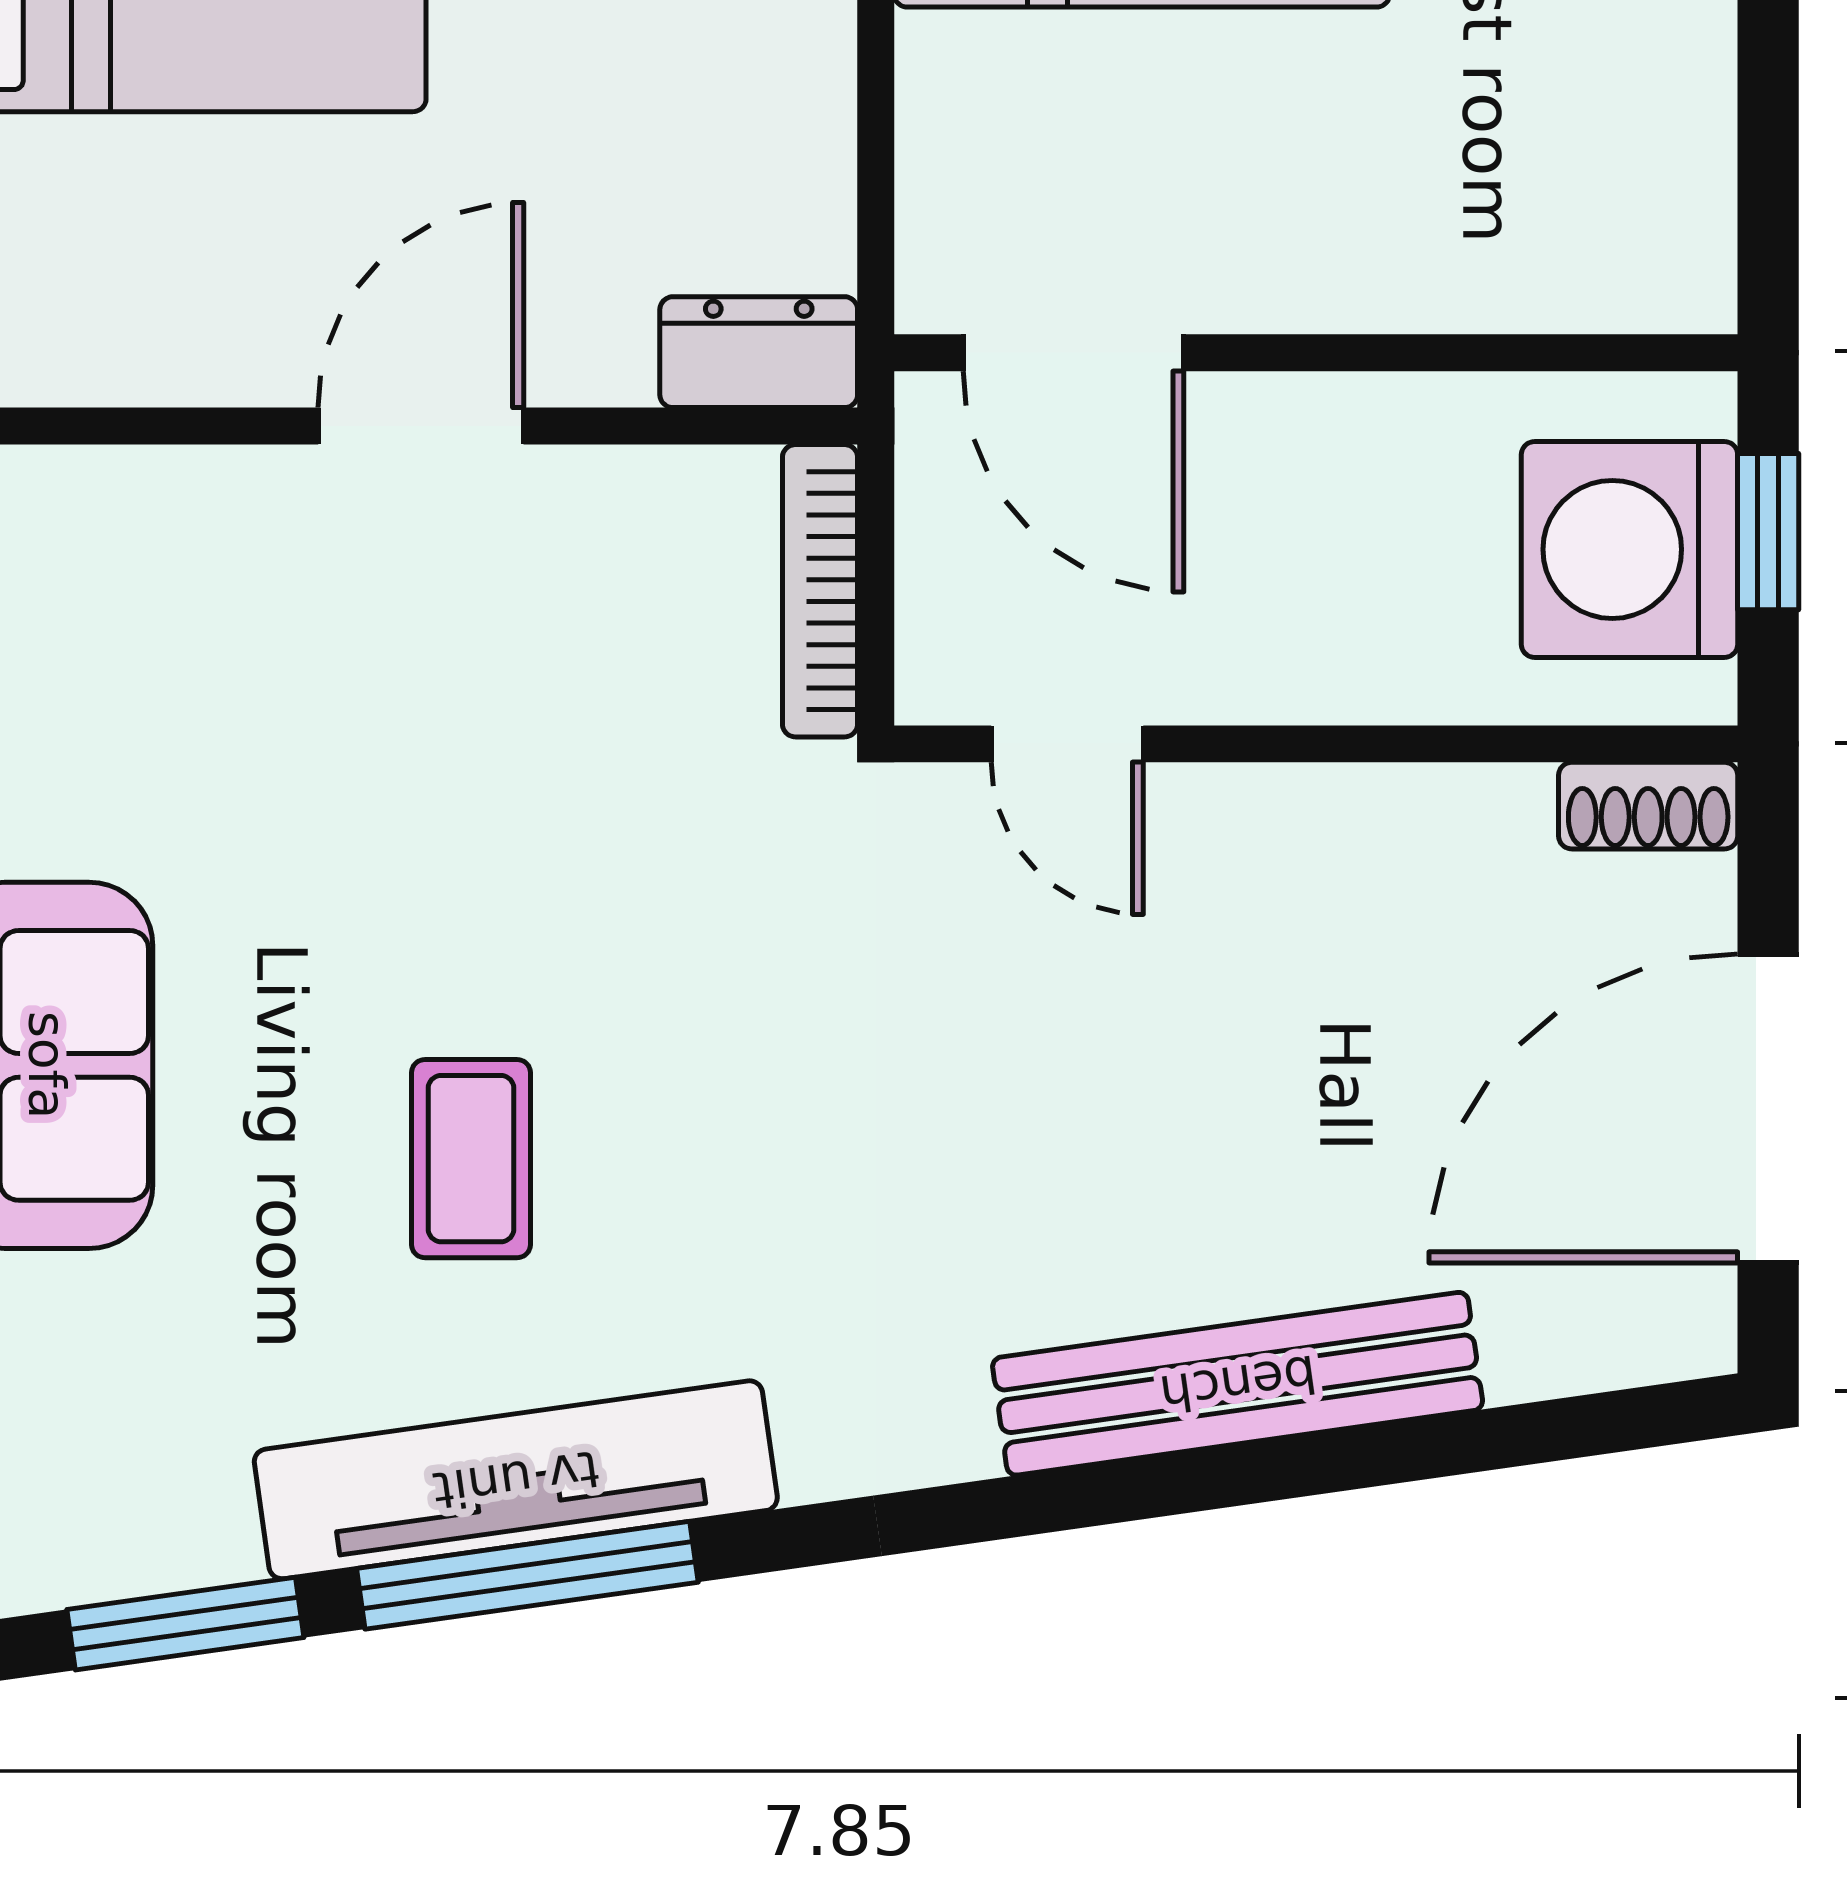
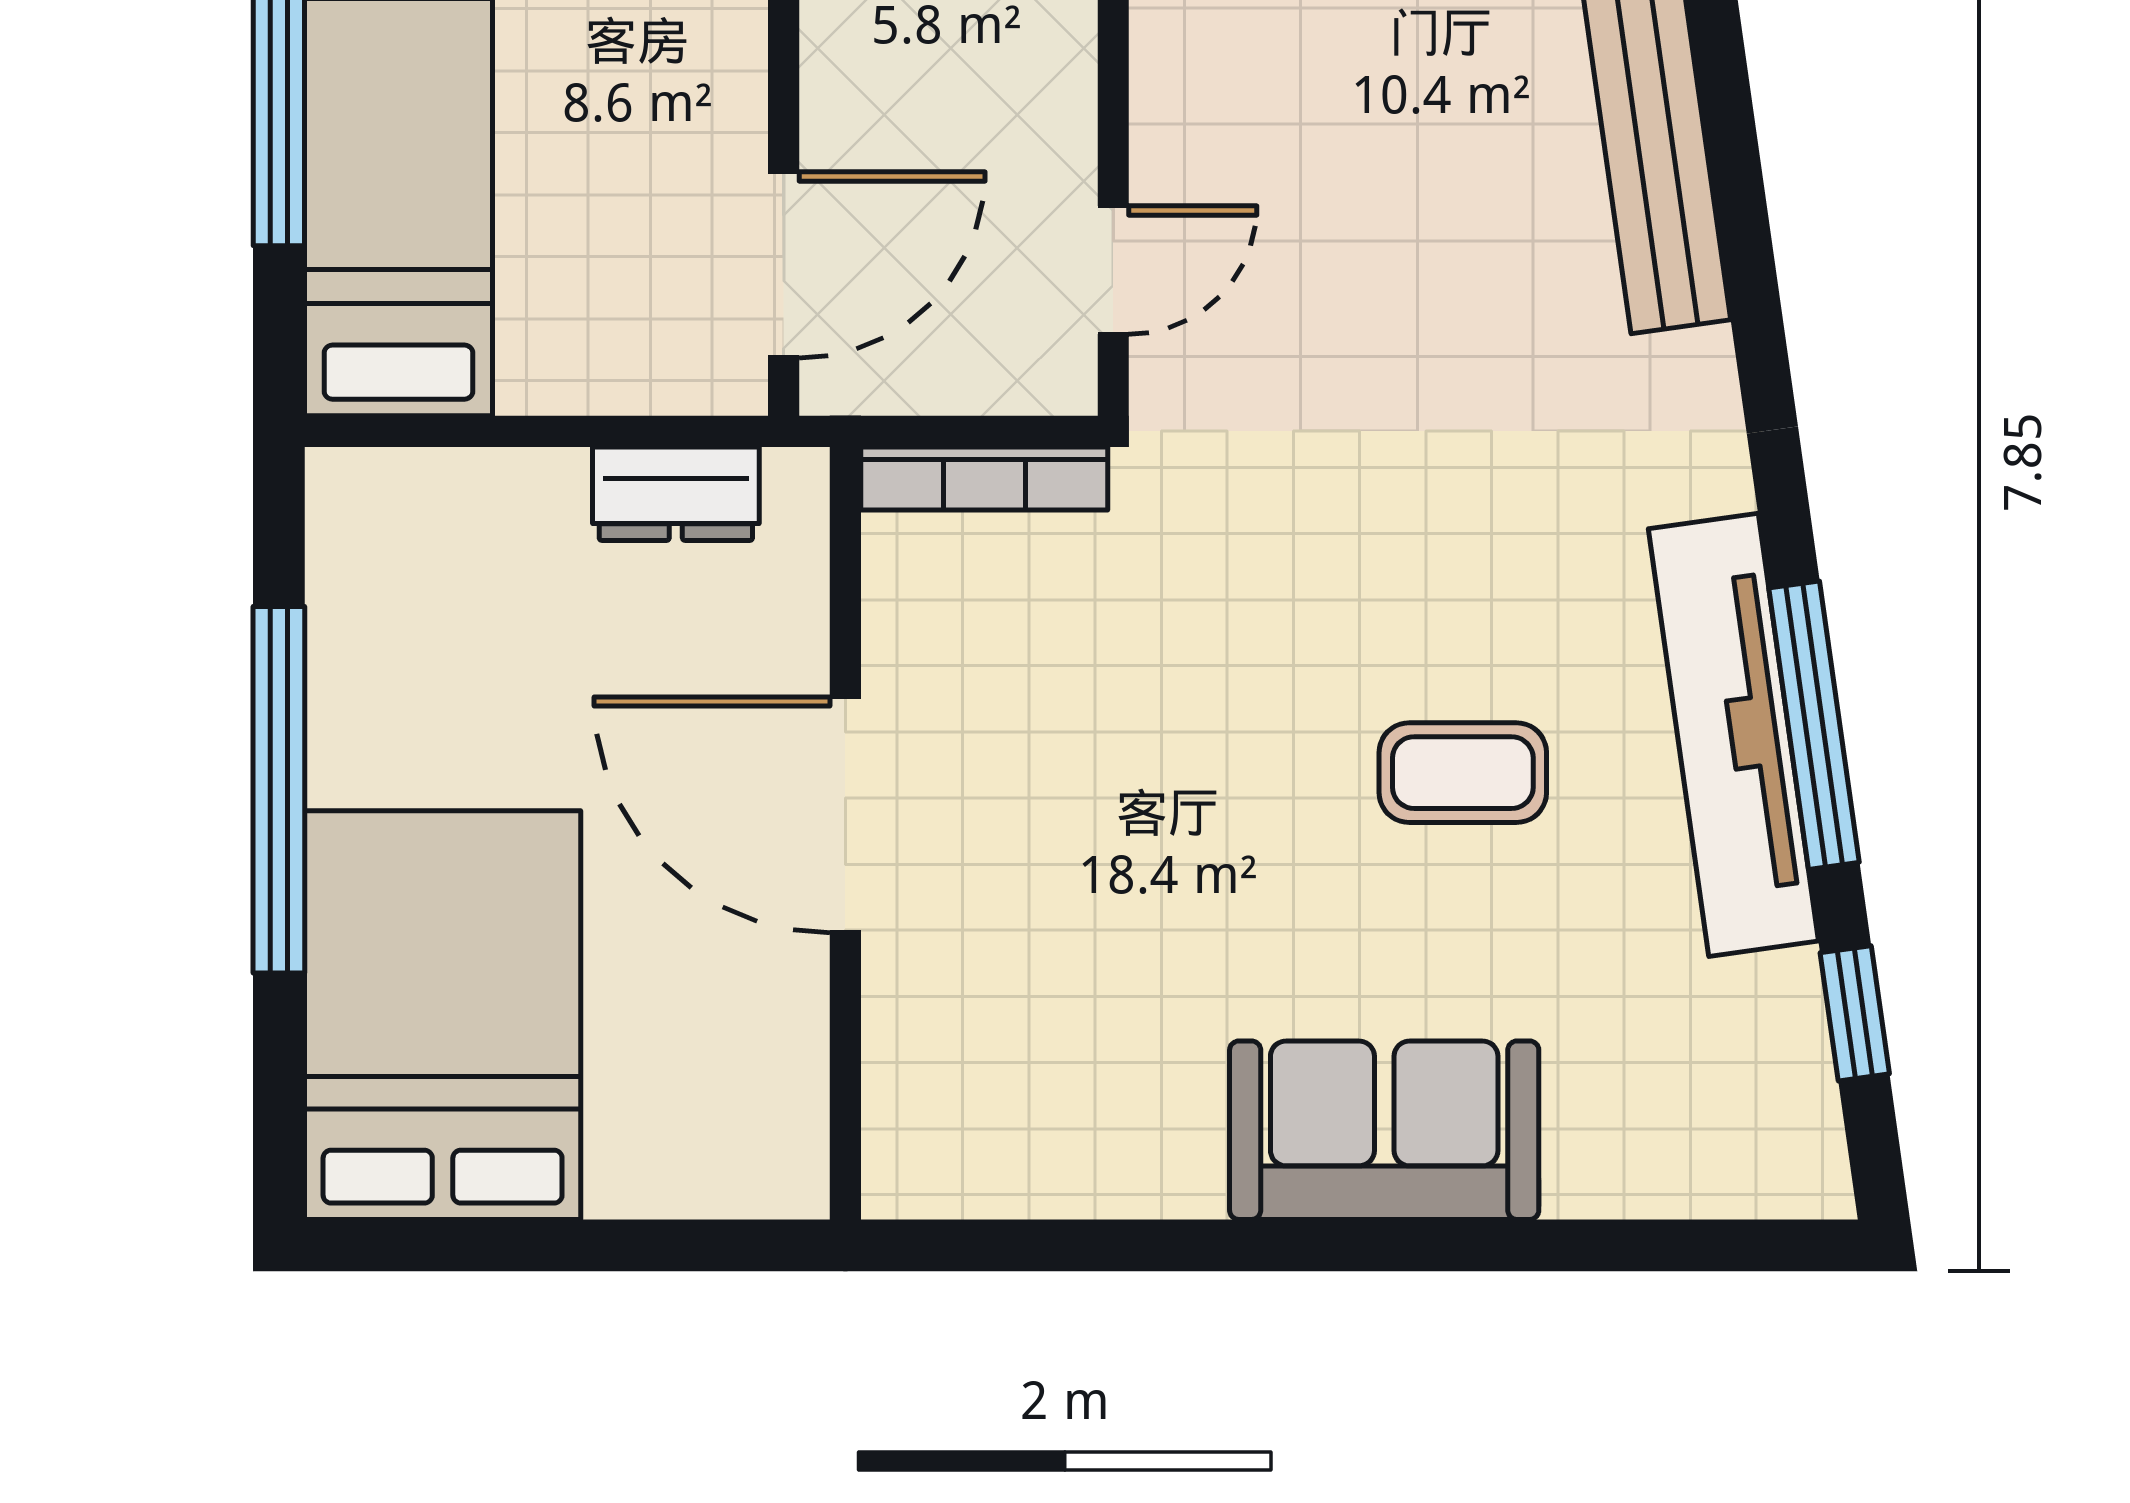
dresser: (759, 352) -> (676, 494), moved, turned -90
door: (421, 426) -> (845, 815), width x1.36
window: (185, 1624) -> (1855, 1013), width x0.67

